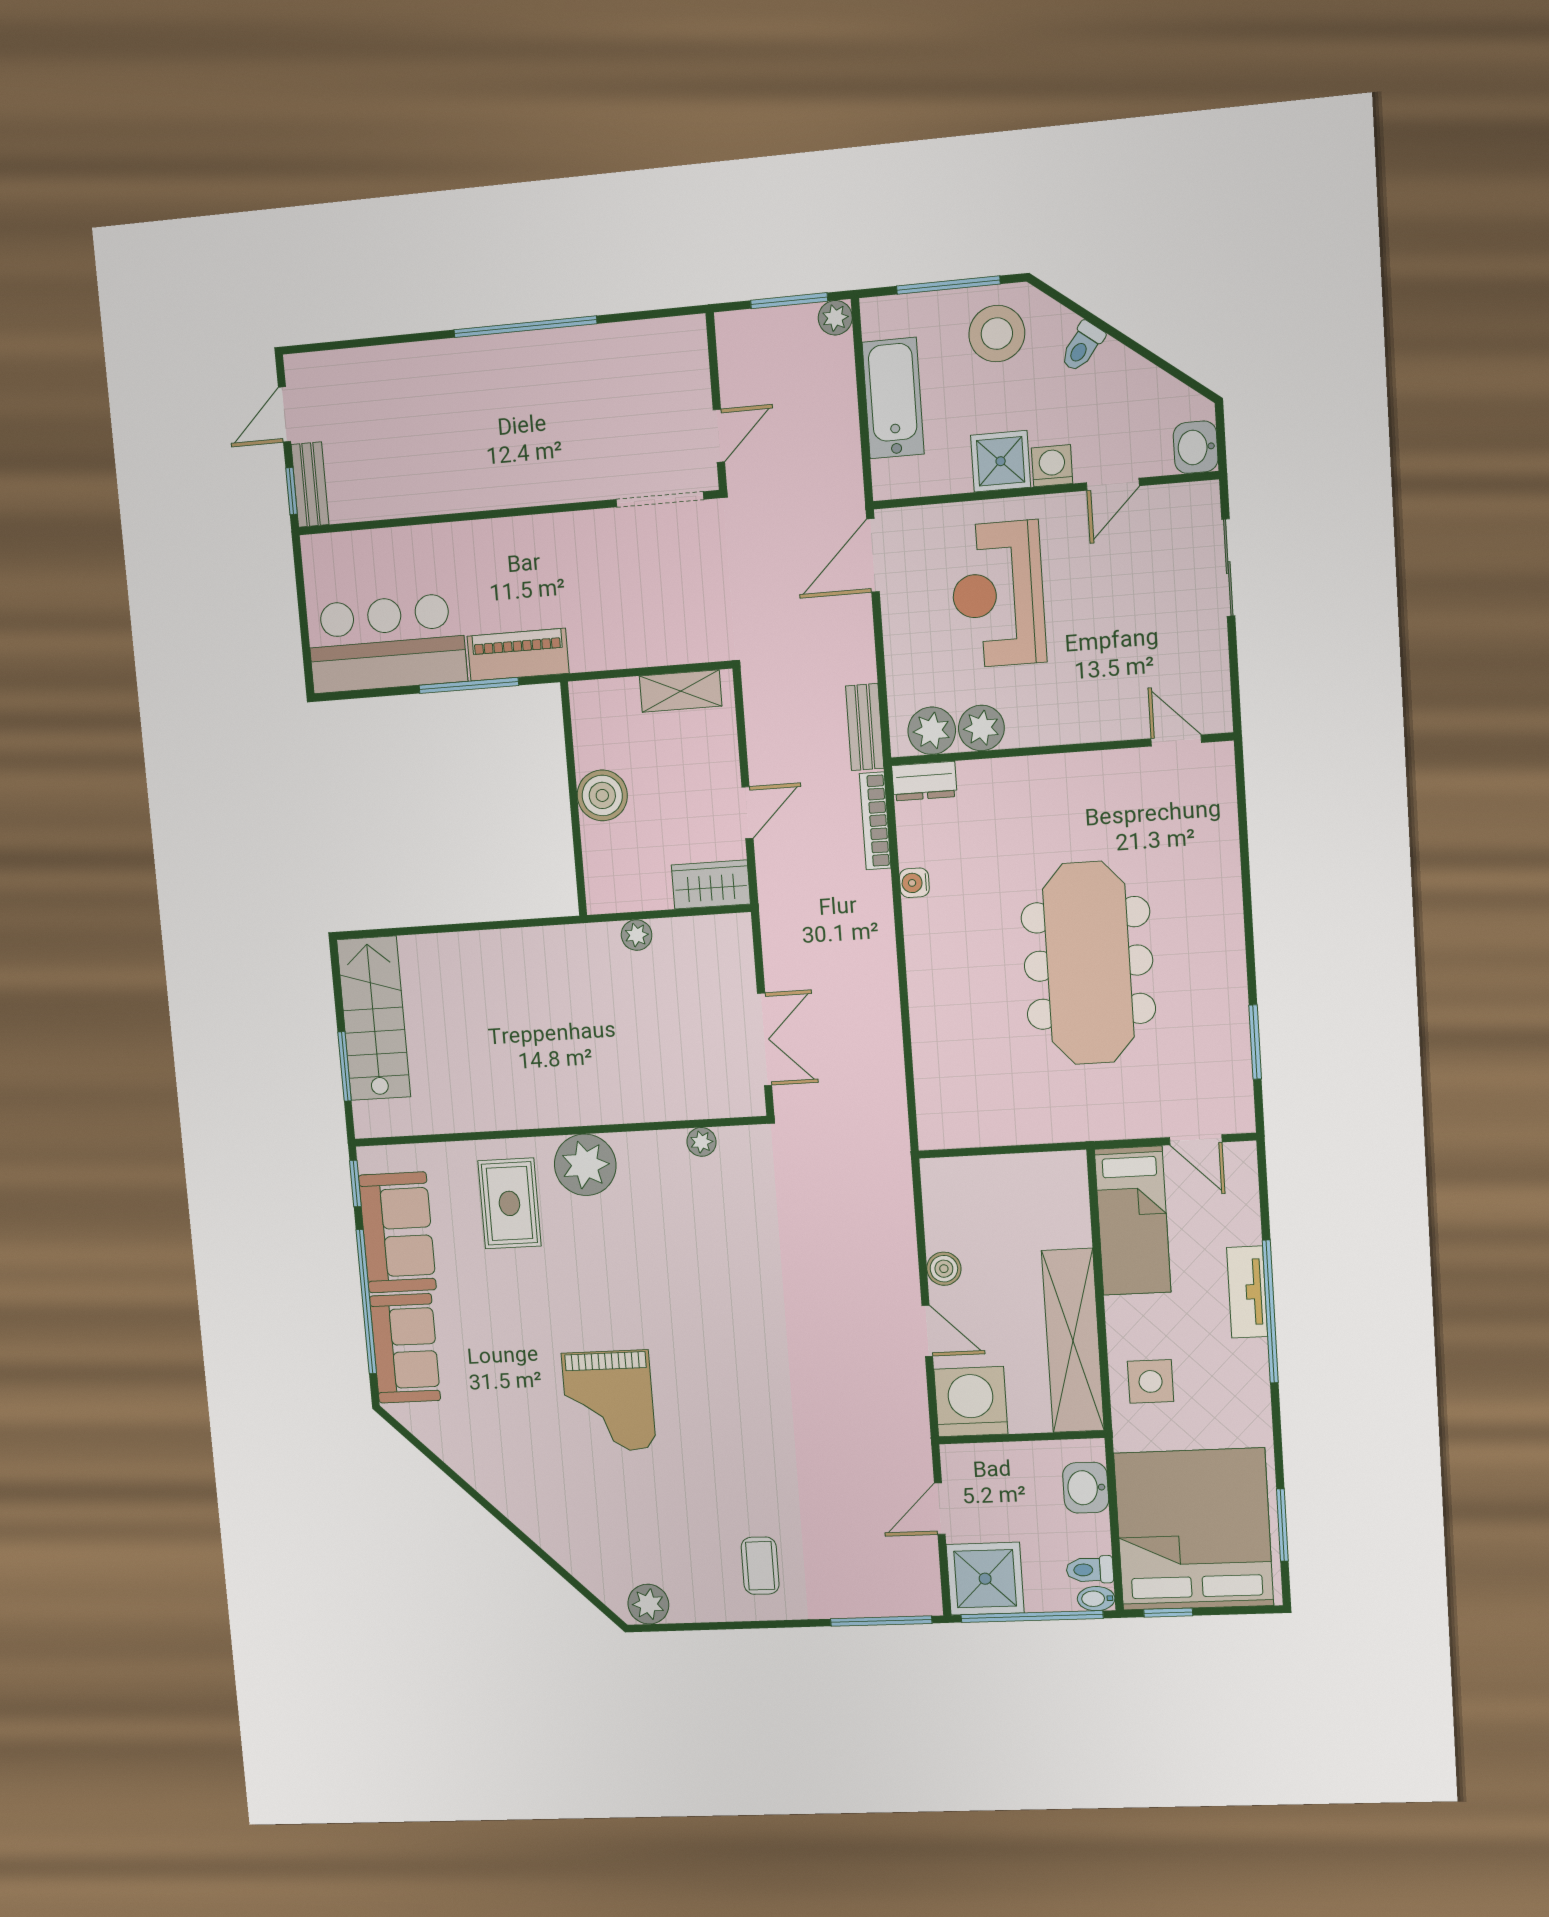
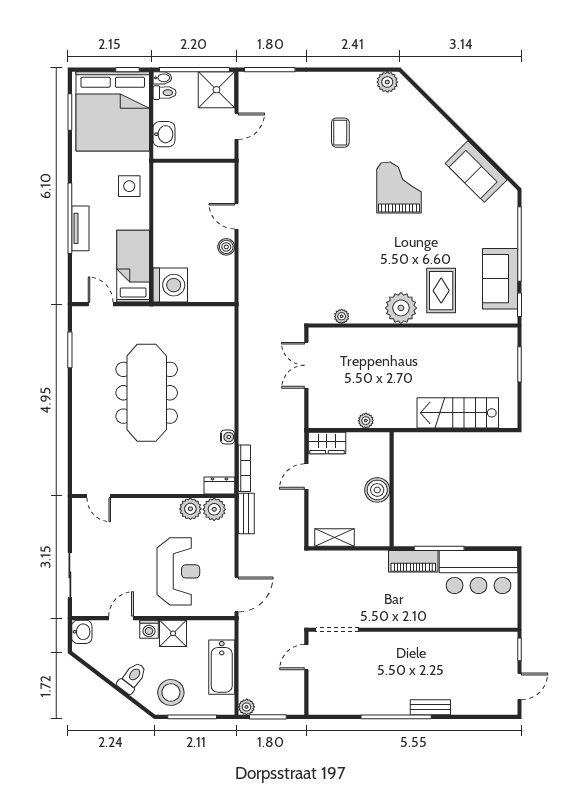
toilet: (1082, 347) -> (132, 678), width x1.37, depth x1.39
bench: (310, 485) -> (430, 707), moved, turned 90
stairs: (374, 1018) -> (458, 413), moved, turned 90
shelving: (1073, 1341) -> (166, 208), removed
sofa: (405, 1348) -> (476, 172), moved, turned -45
washing machine: (971, 1402) -> (170, 285), moved, turned -90
coffee table: (760, 1566) -> (340, 133), moved

